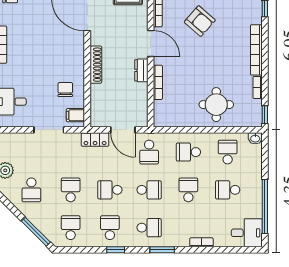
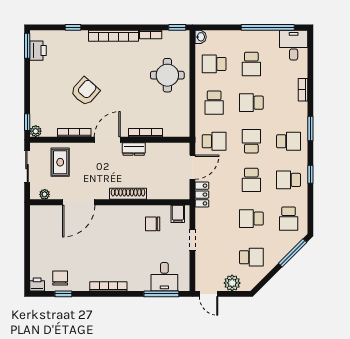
doorway: (49, 130) -> (192, 240), width x0.73
school desk: (71, 228) -> (289, 219), turned -90
school desk: (149, 228) -> (289, 141), turned 90

